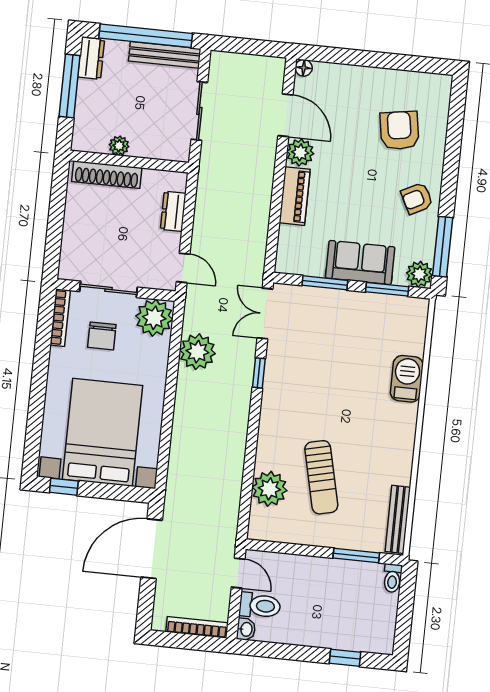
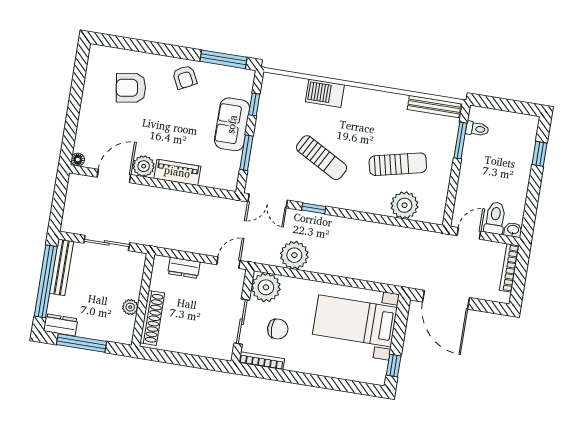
plant: (419, 274) -> (244, 79), removed
window: (387, 289) -> (254, 105), width x0.67
sun lounger: (324, 379) -> (322, 158), added
bed with nightstands: (102, 432) -> (355, 321), width x0.73
toilet: (392, 578) -> (477, 129), moved

